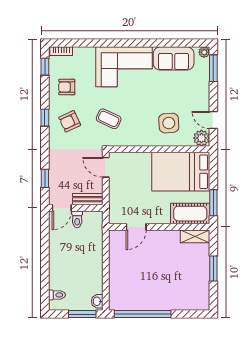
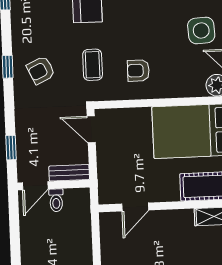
armchair: (67, 87) -> (138, 71), moved
coffee table: (109, 119) -> (93, 65), turned 65
side table: (169, 123) -> (201, 30), moved

